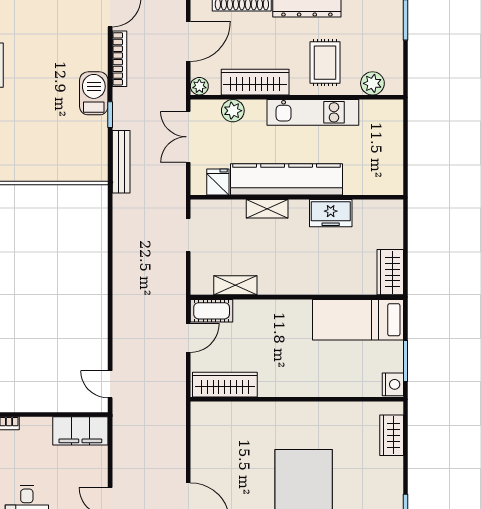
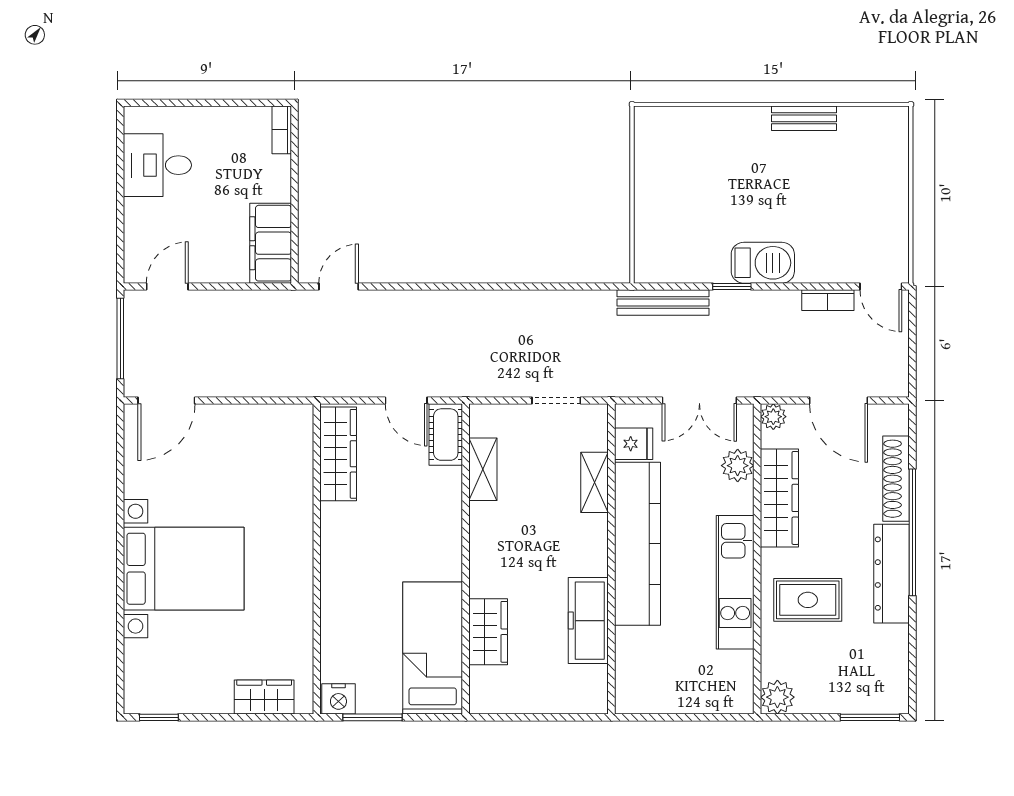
bookcase: (119, 59) -> (828, 300), width x0.64
plant: (372, 83) -> (777, 697), moved
double door: (188, 137) -> (699, 401), swing flipped
shelving: (267, 209) -> (595, 482), moved
freezer: (331, 213) -> (588, 621), width x1.40
wardrobe: (390, 272) -> (488, 632), moved, turned 90

